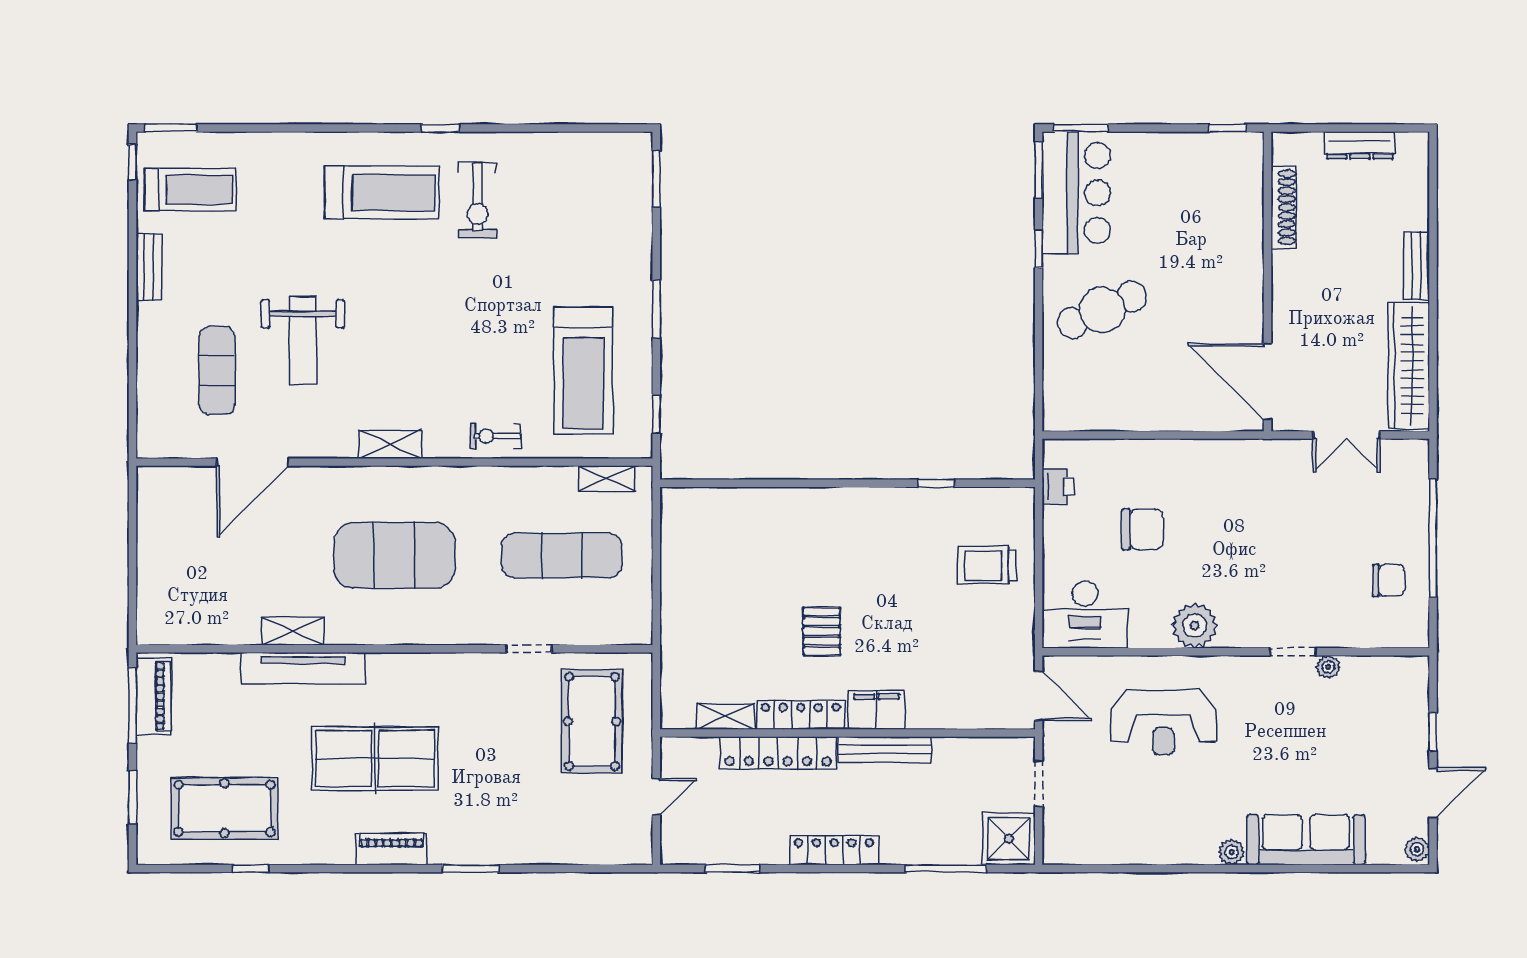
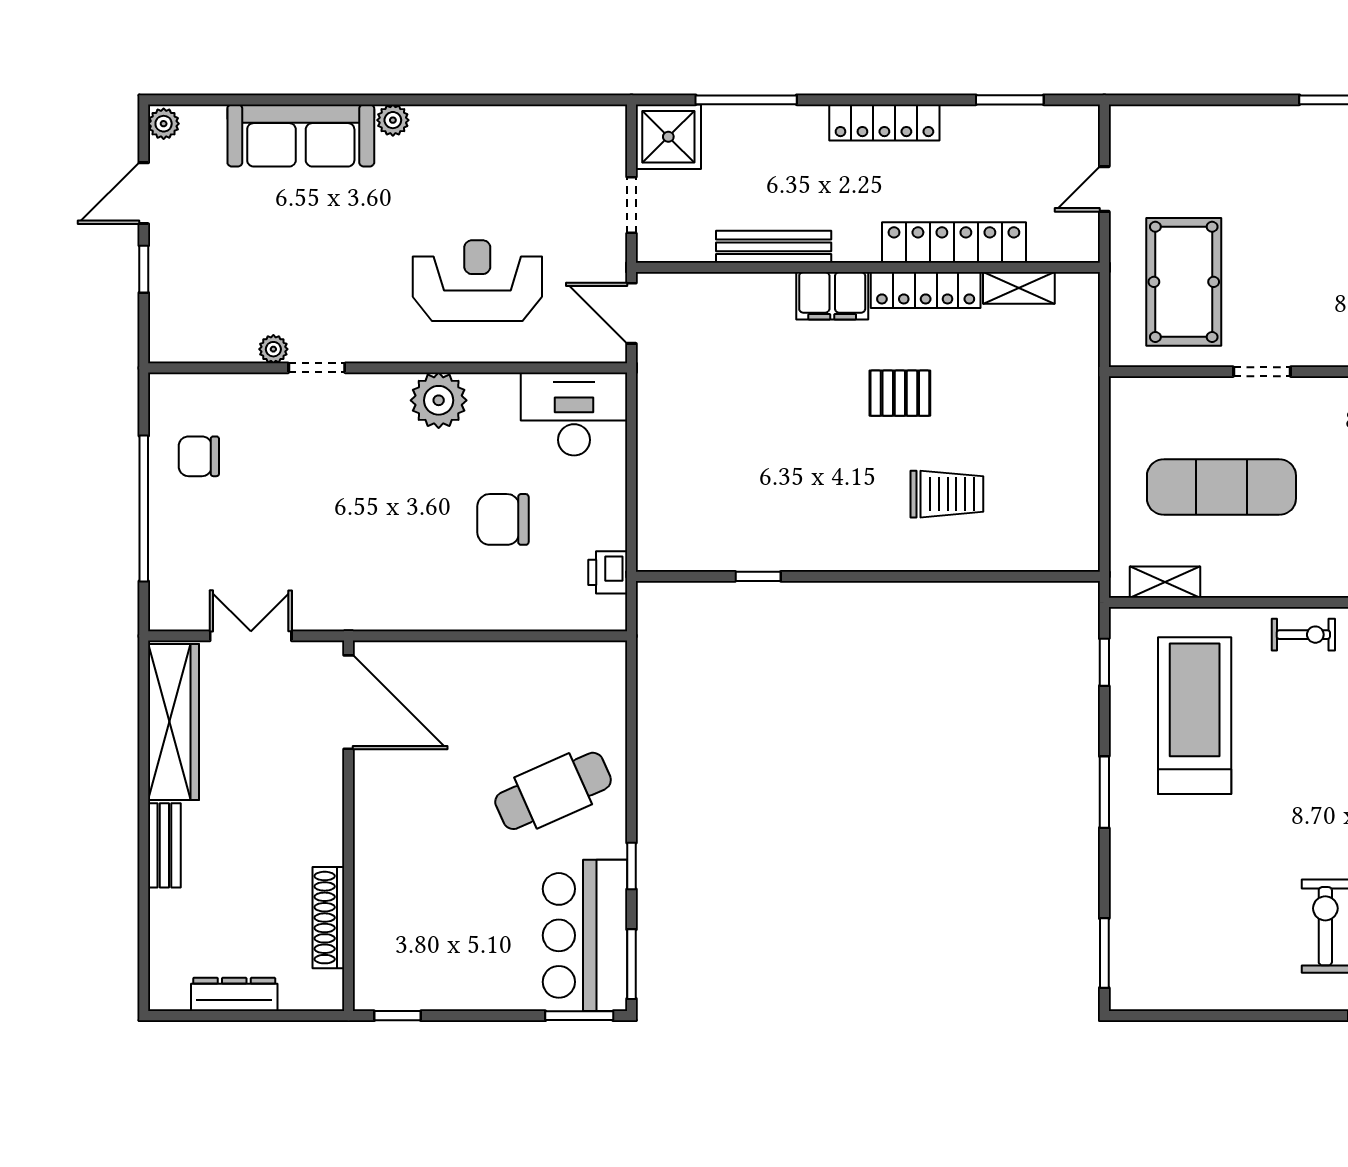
trolley: (987, 565) -> (947, 494), moved
pallet: (822, 631) -> (900, 393), turned 90
bench: (885, 750) -> (774, 247), moved

